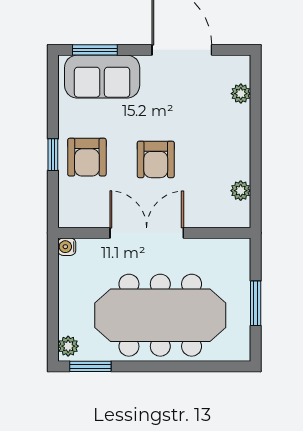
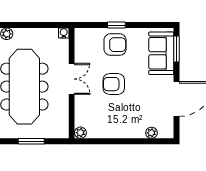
armchair: (87, 157) -> (115, 45), turned 180
plant: (241, 191) -> (80, 133), moved
double door: (147, 233) -> (72, 79), width x0.73

